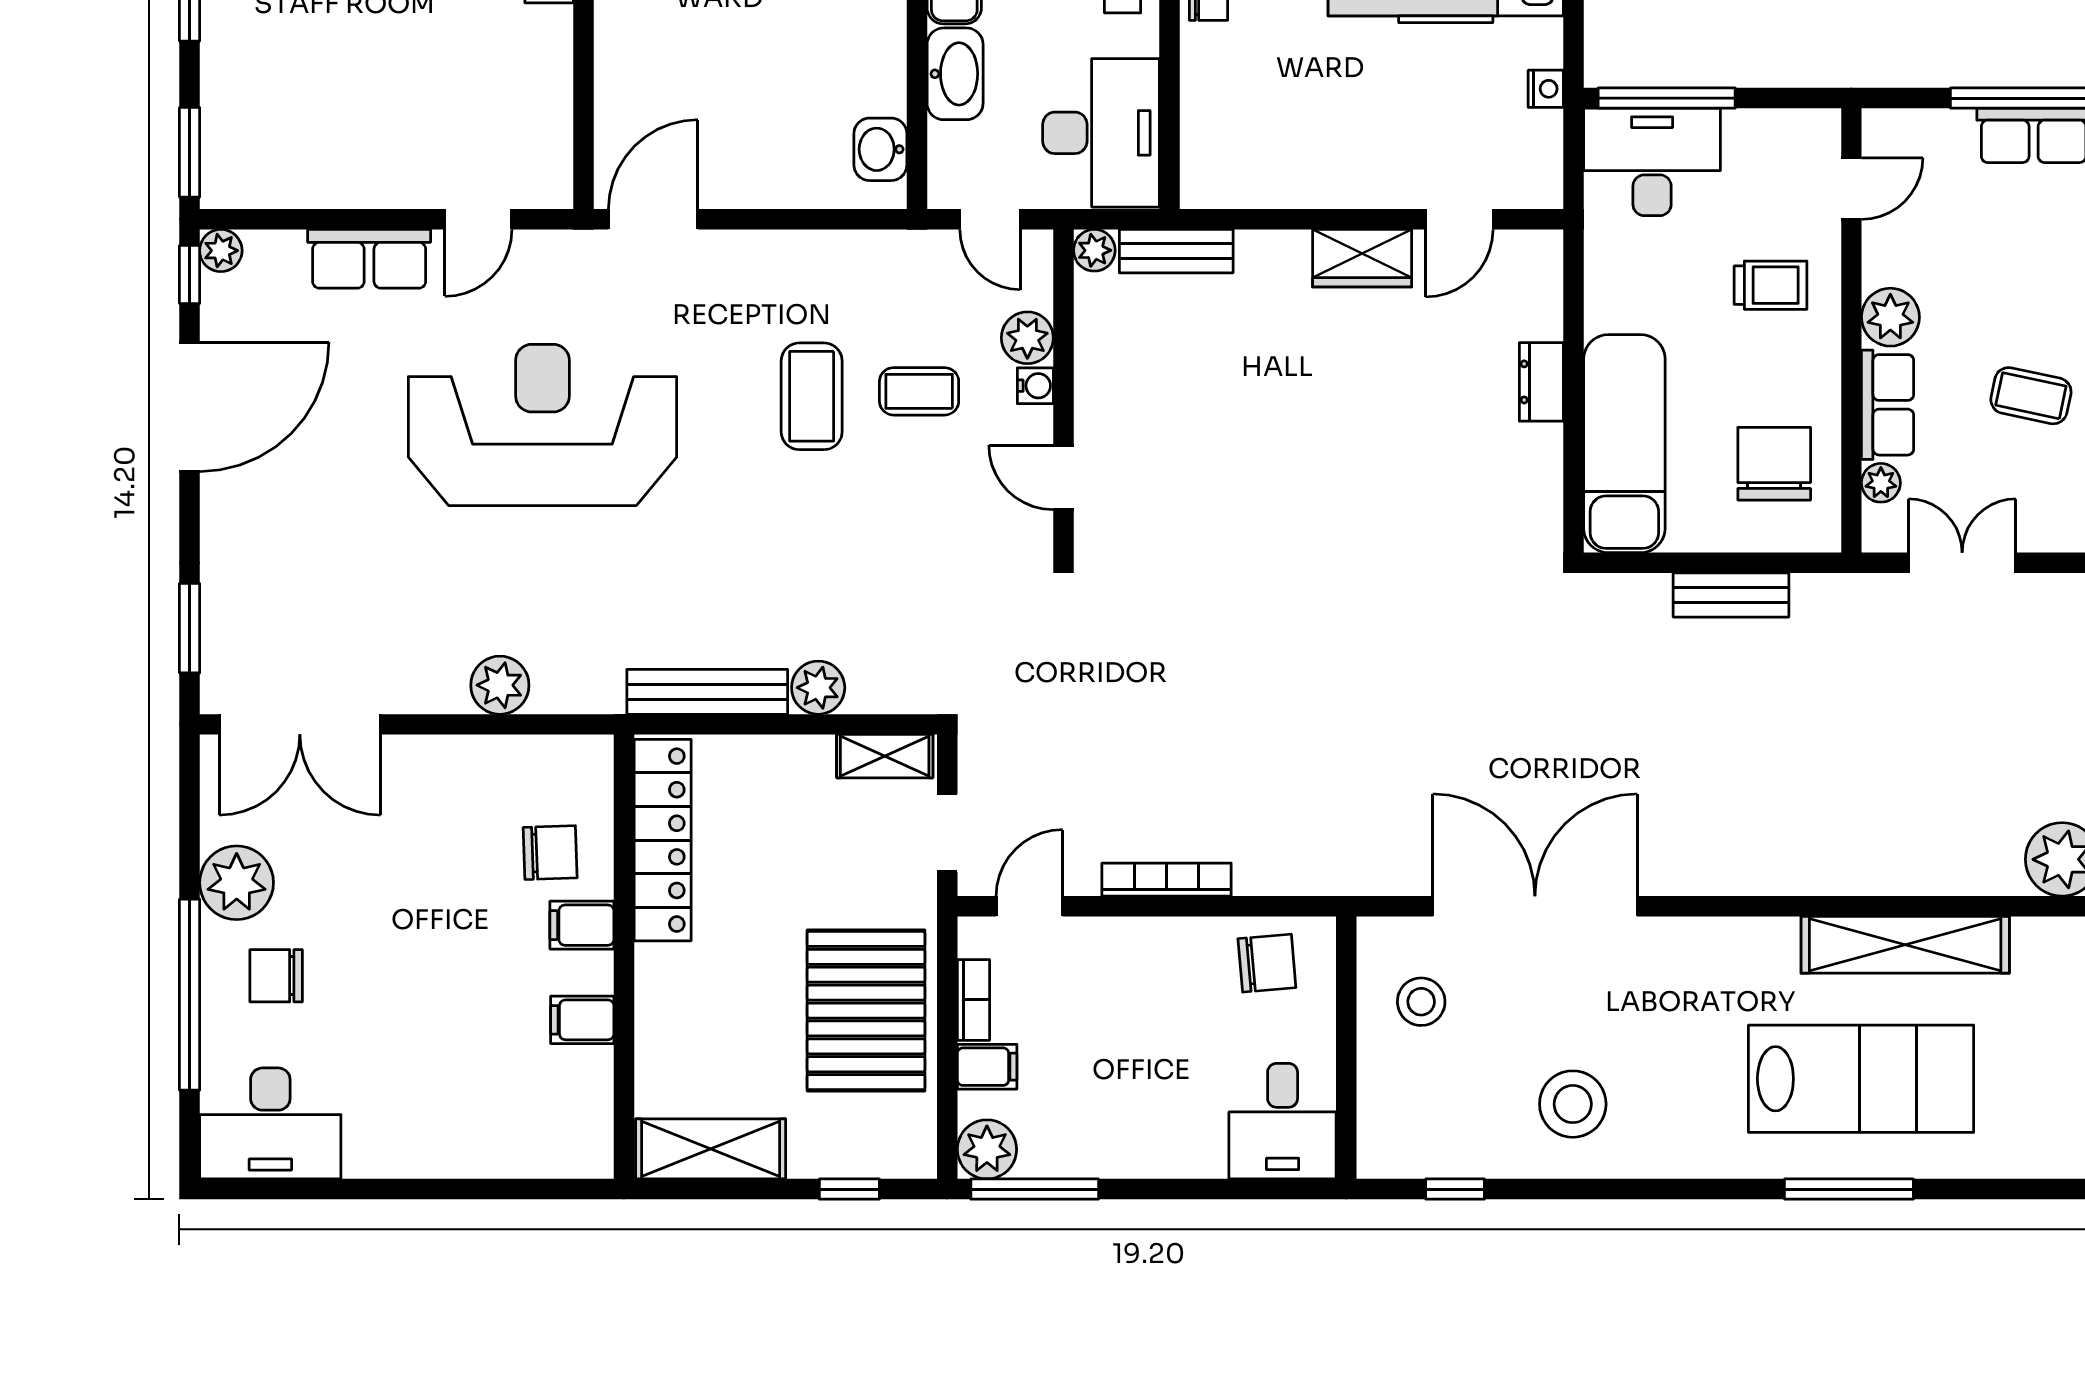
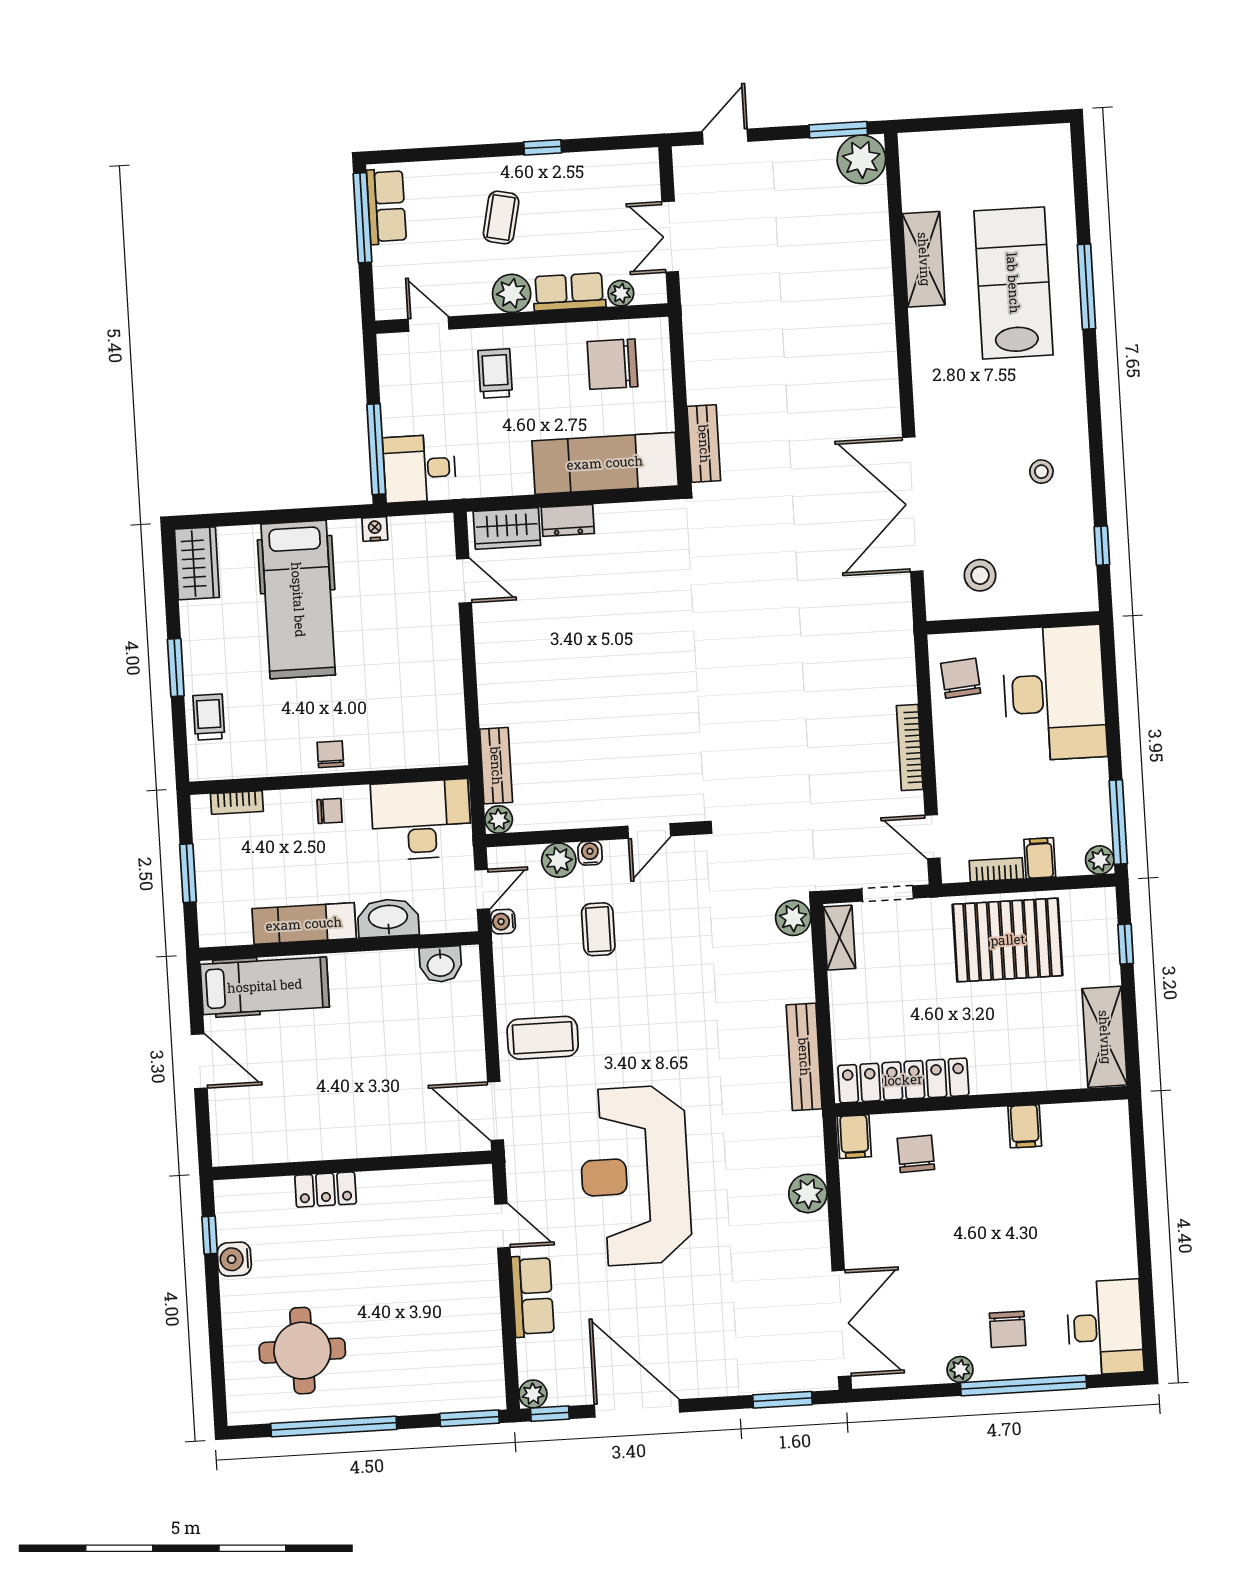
desk: (1652, 162) -> (419, 468), width x0.73
water cooler: (939, 248) -> (503, 922), added
wardrobe: (1362, 258) -> (507, 528), moved, turned 90
coffee table: (812, 396) -> (543, 1038), moved
coffee table: (2031, 396) -> (501, 217), moved
bench: (1731, 595) -> (704, 444), moved
plant: (818, 688) -> (793, 918), moved
plant: (237, 883) -> (960, 1370), width x0.53, depth x0.53
filing cabinet: (582, 925) -> (854, 1137), moved
shelving: (1905, 945) -> (924, 259), width x0.68
stool: (1573, 1104) -> (1041, 472), width x0.53, depth x0.53
desk: (1283, 1121) -> (1054, 693), width x1.87, depth x1.30
plant: (987, 1149) -> (1100, 860), width x0.73, depth x0.73

